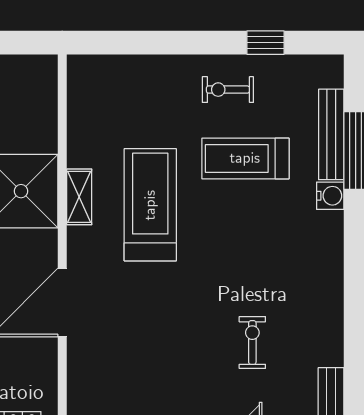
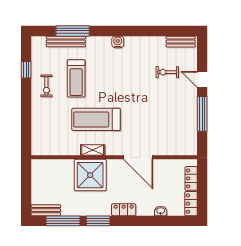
water cooler: (330, 196) -> (118, 42), moved
exercise bike: (252, 343) -> (167, 72), moved

